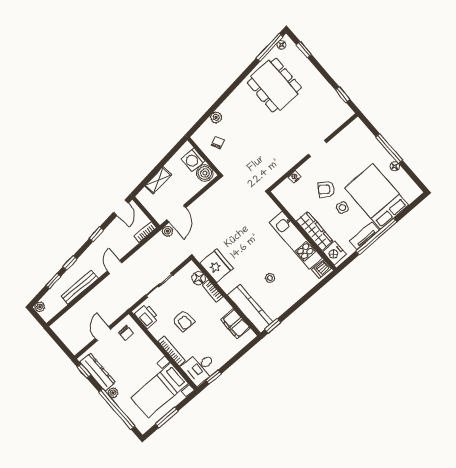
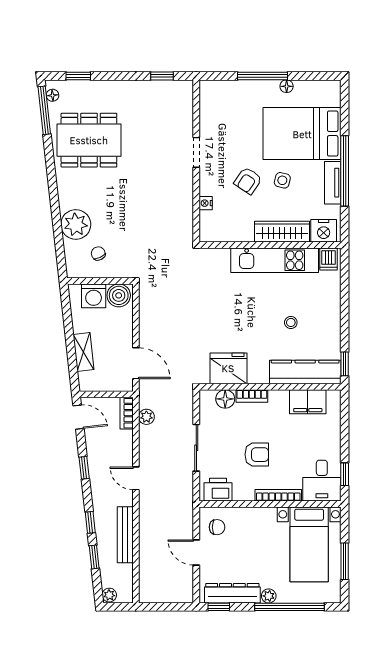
plant: (216, 117) -> (76, 224), width x1.88, depth x1.88
plant: (167, 231) -> (146, 417), moved

